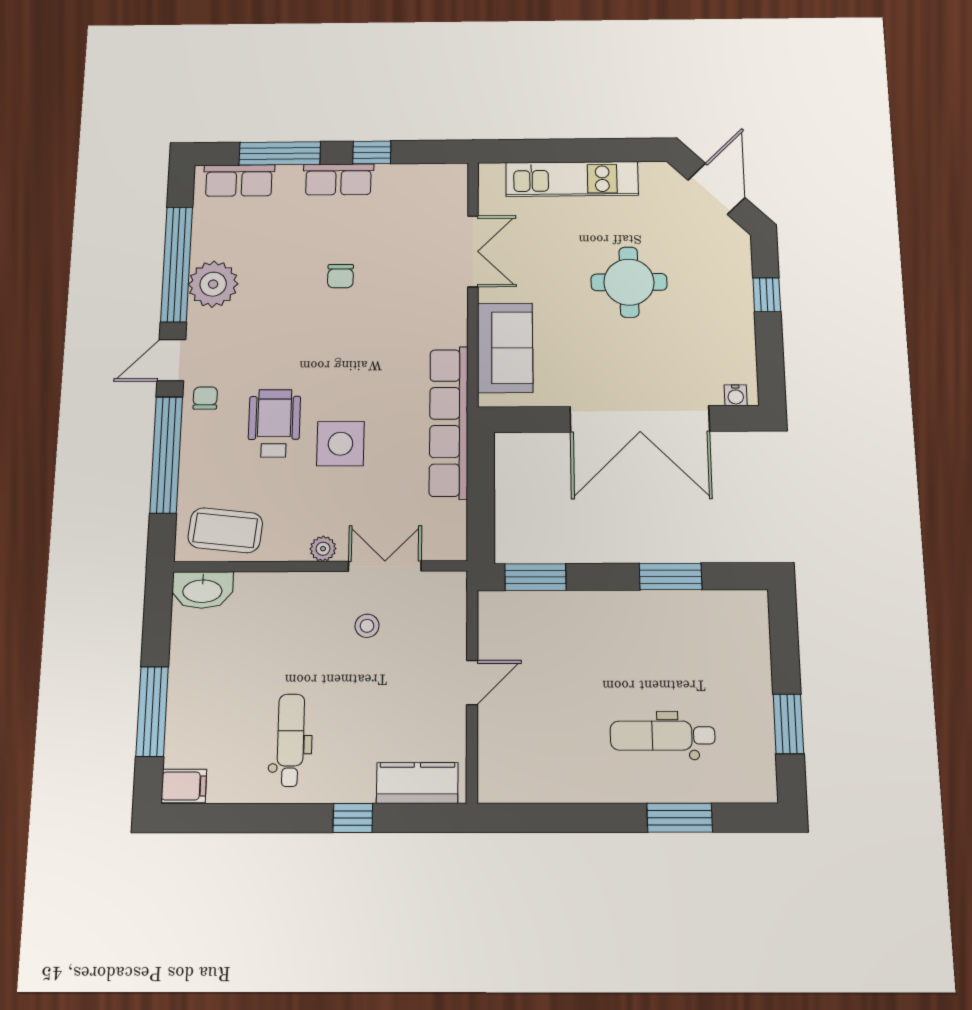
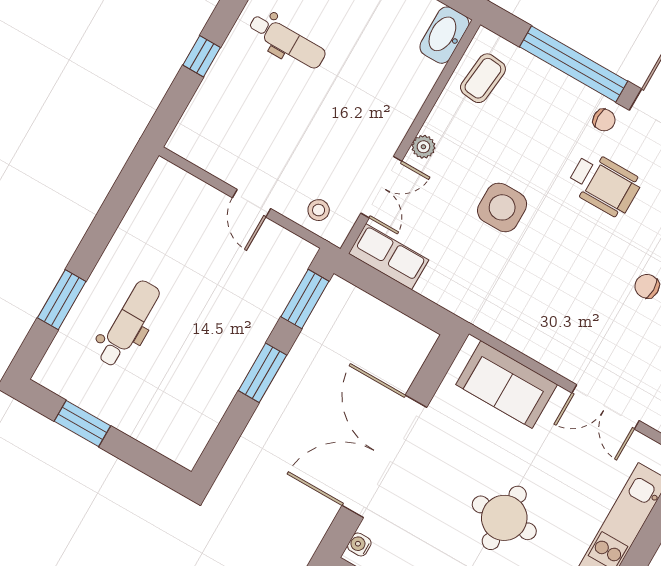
row of seats: (449, 422) -> (389, 257), moved, width x0.50
wheelchair: (274, 423) -> (604, 184), moved
coffee table: (225, 530) -> (483, 78), width x0.73, depth x0.77
window: (671, 577) -> (262, 373), moved
stool: (367, 626) -> (319, 210), moved
kitchen counter: (417, 783) -> (200, 119), removed

